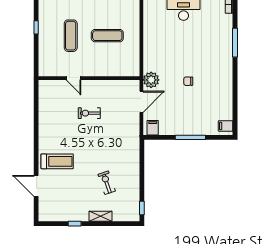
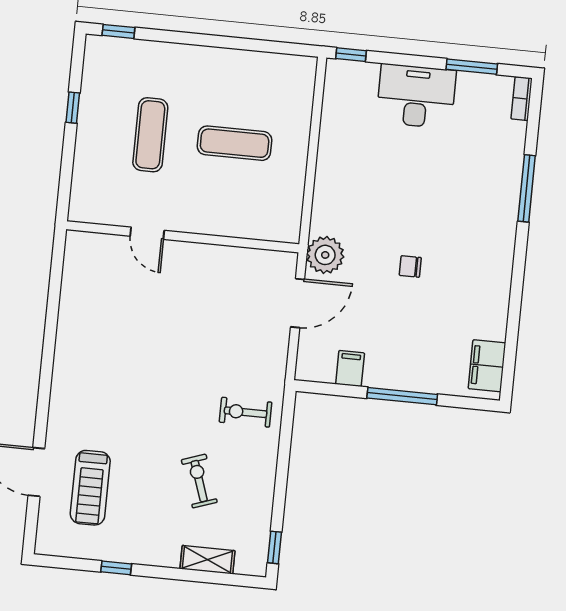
exercise bike: (89, 113) -> (246, 412), moved
filing cabinet: (226, 126) -> (487, 366), width x2.00
filing cabinet: (153, 128) -> (350, 369), moved
treadmill: (57, 161) -> (90, 488), moved, turned 90
shelving: (101, 216) -> (207, 560), moved

